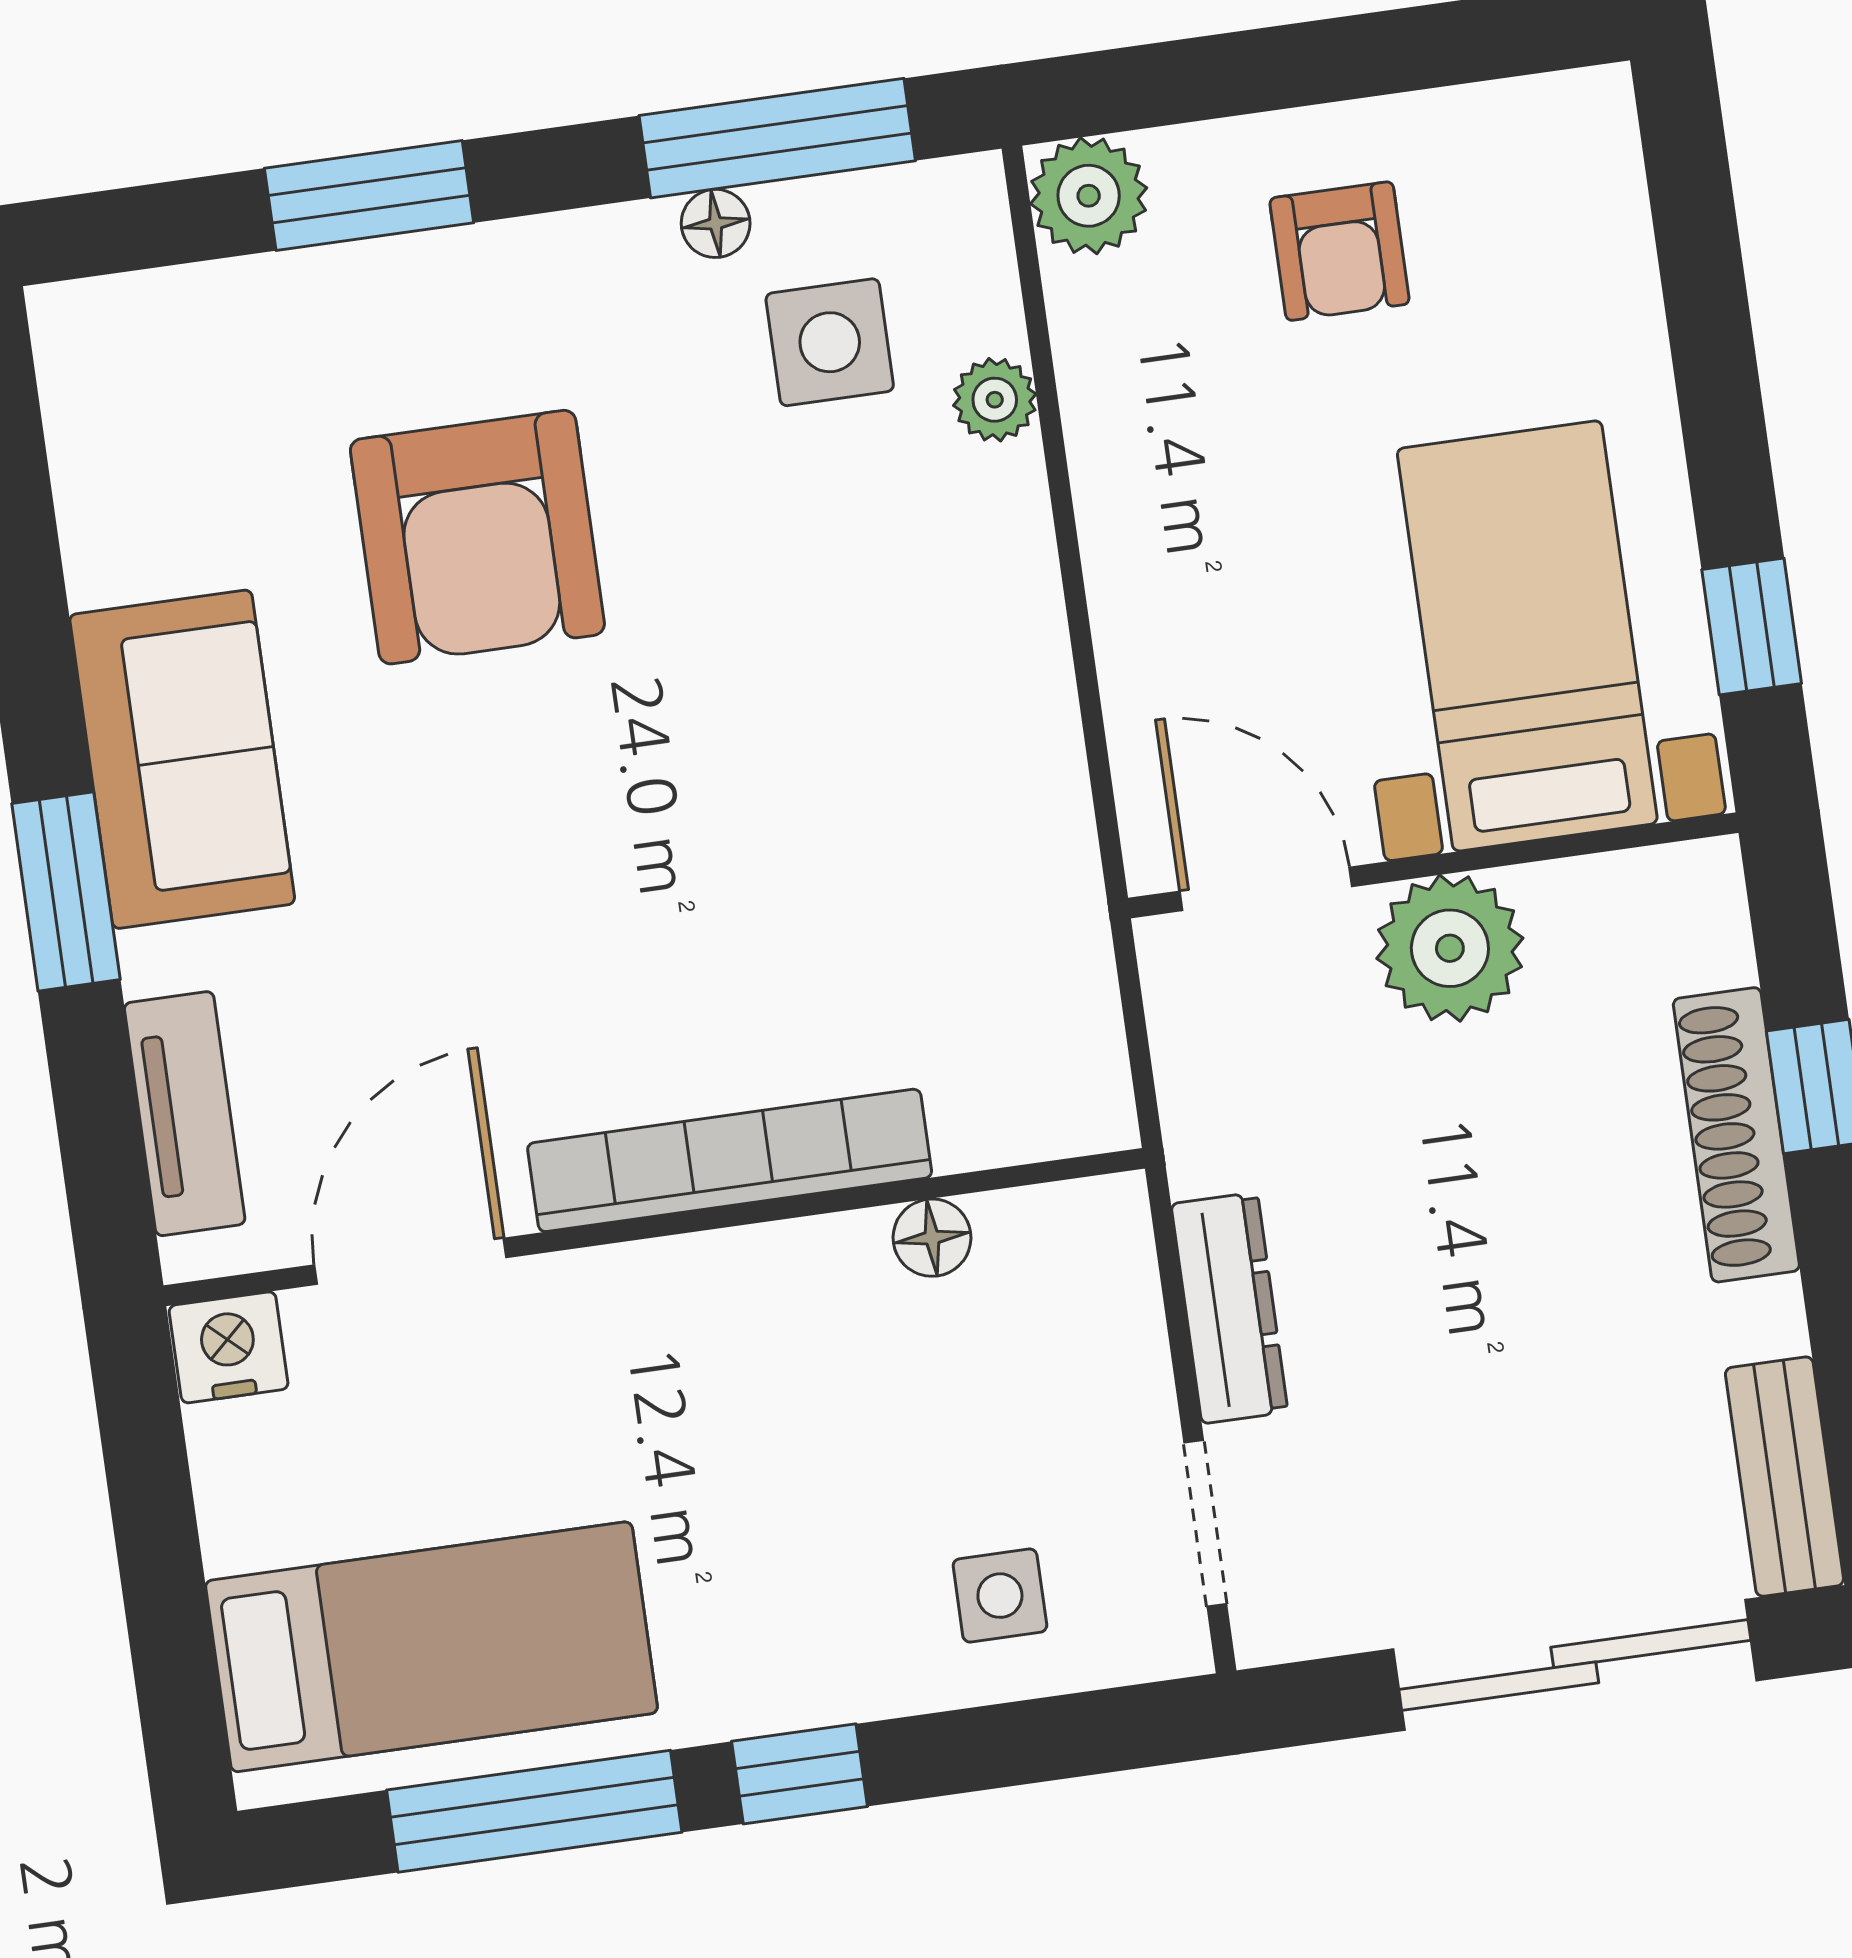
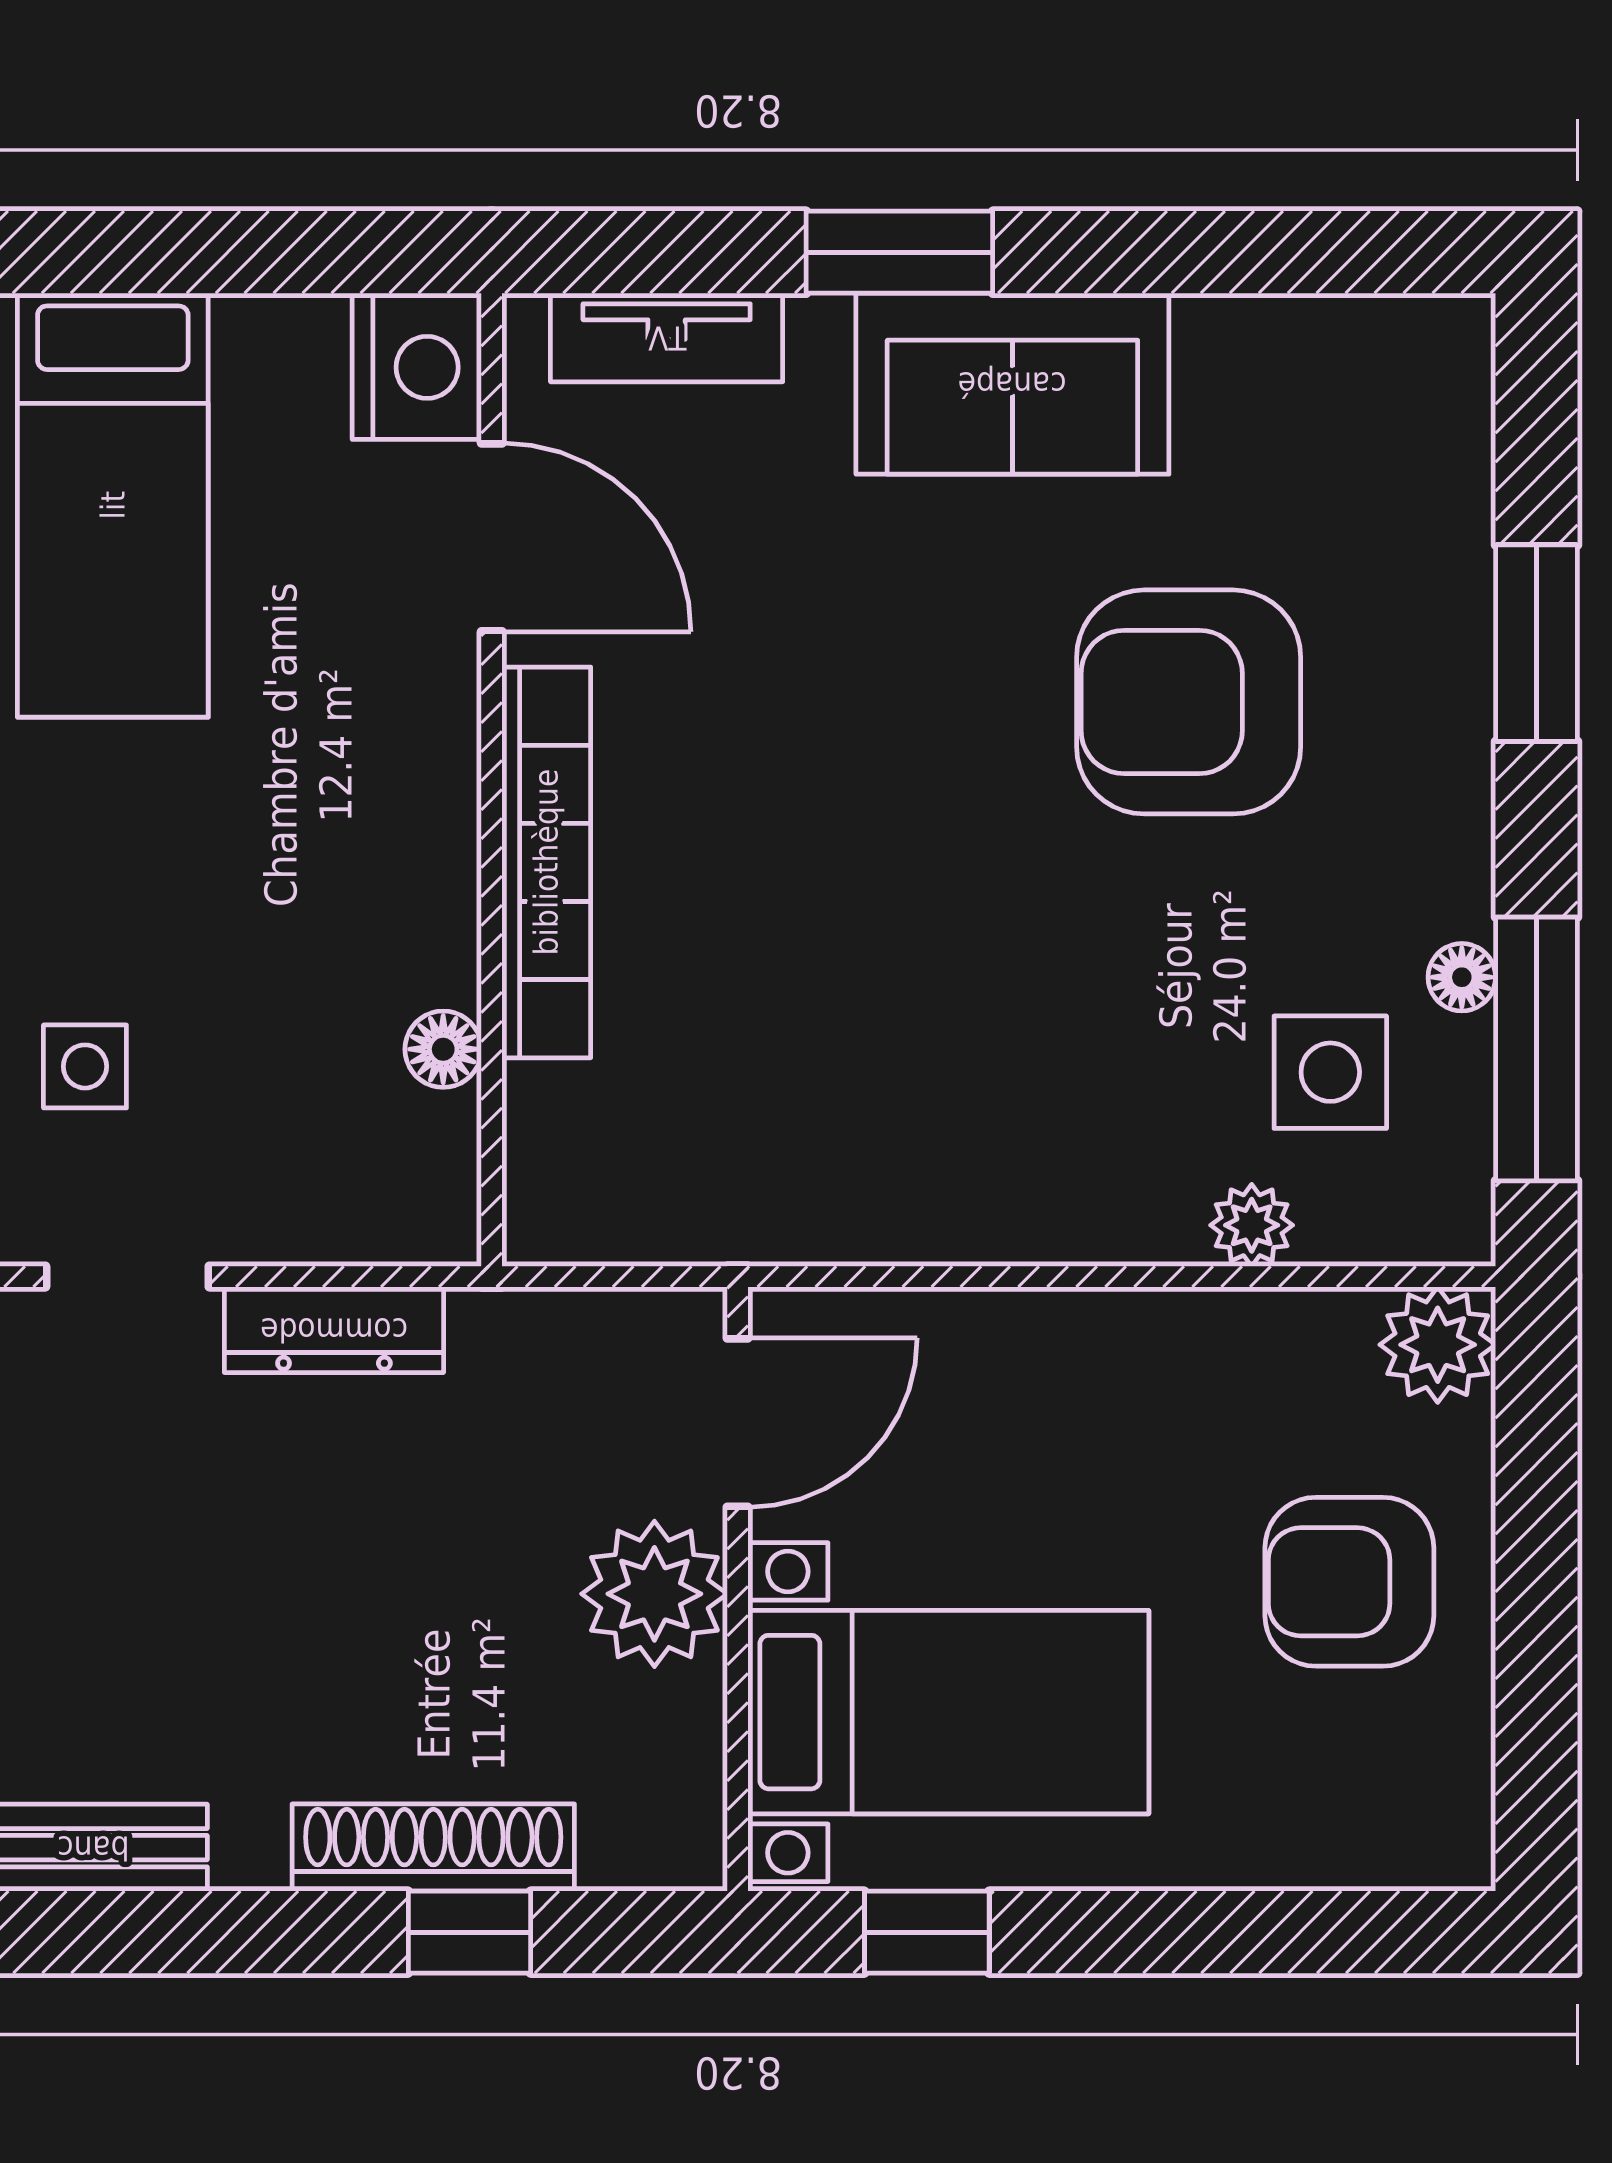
armchair: (1339, 251) -> (1349, 1582), width x1.38, depth x1.38
nightstand: (229, 1347) -> (417, 367), width x1.36, depth x1.33

